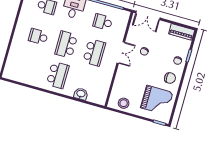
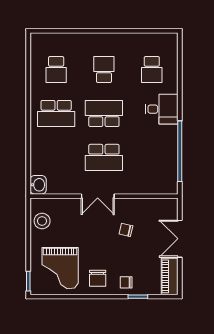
double door: (148, 16) -> (180, 239), moved
school desk: (103, 22) -> (56, 69), moved, turned 180
double door: (121, 53) -> (98, 196), moved
washbasin: (81, 94) -> (38, 185), moved

